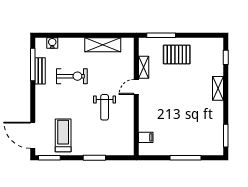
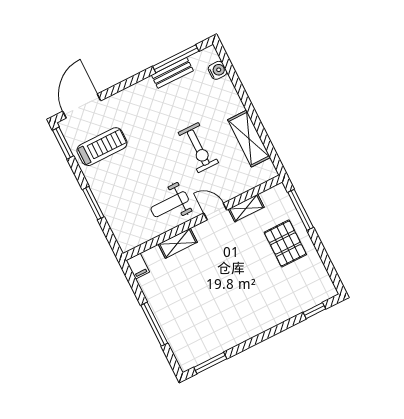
exercise bike: (72, 76) -> (198, 148), moved
shelving: (218, 88) -> (178, 243), moved
weight bench: (105, 107) -> (170, 204), moved
filing cabinet: (146, 137) -> (138, 266), moved

